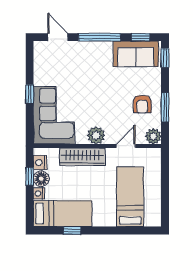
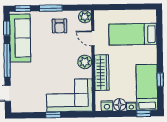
sofa: (136, 54) -> (20, 38), width x1.36
armchair: (142, 104) -> (60, 26), turned 90
window: (165, 107) -> (51, 8), moved
window: (30, 176) -> (144, 113), moved

